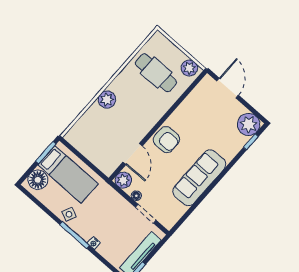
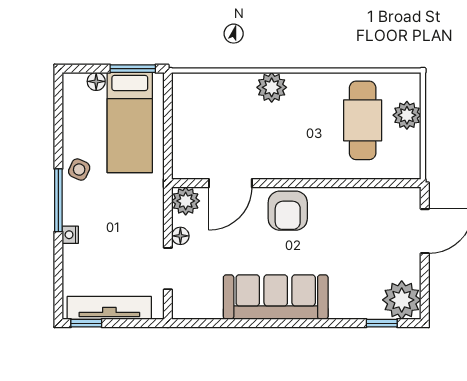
plant: (189, 68) -> (407, 115), moved
floor lamp: (38, 180) -> (96, 81), width x0.53, depth x0.53

